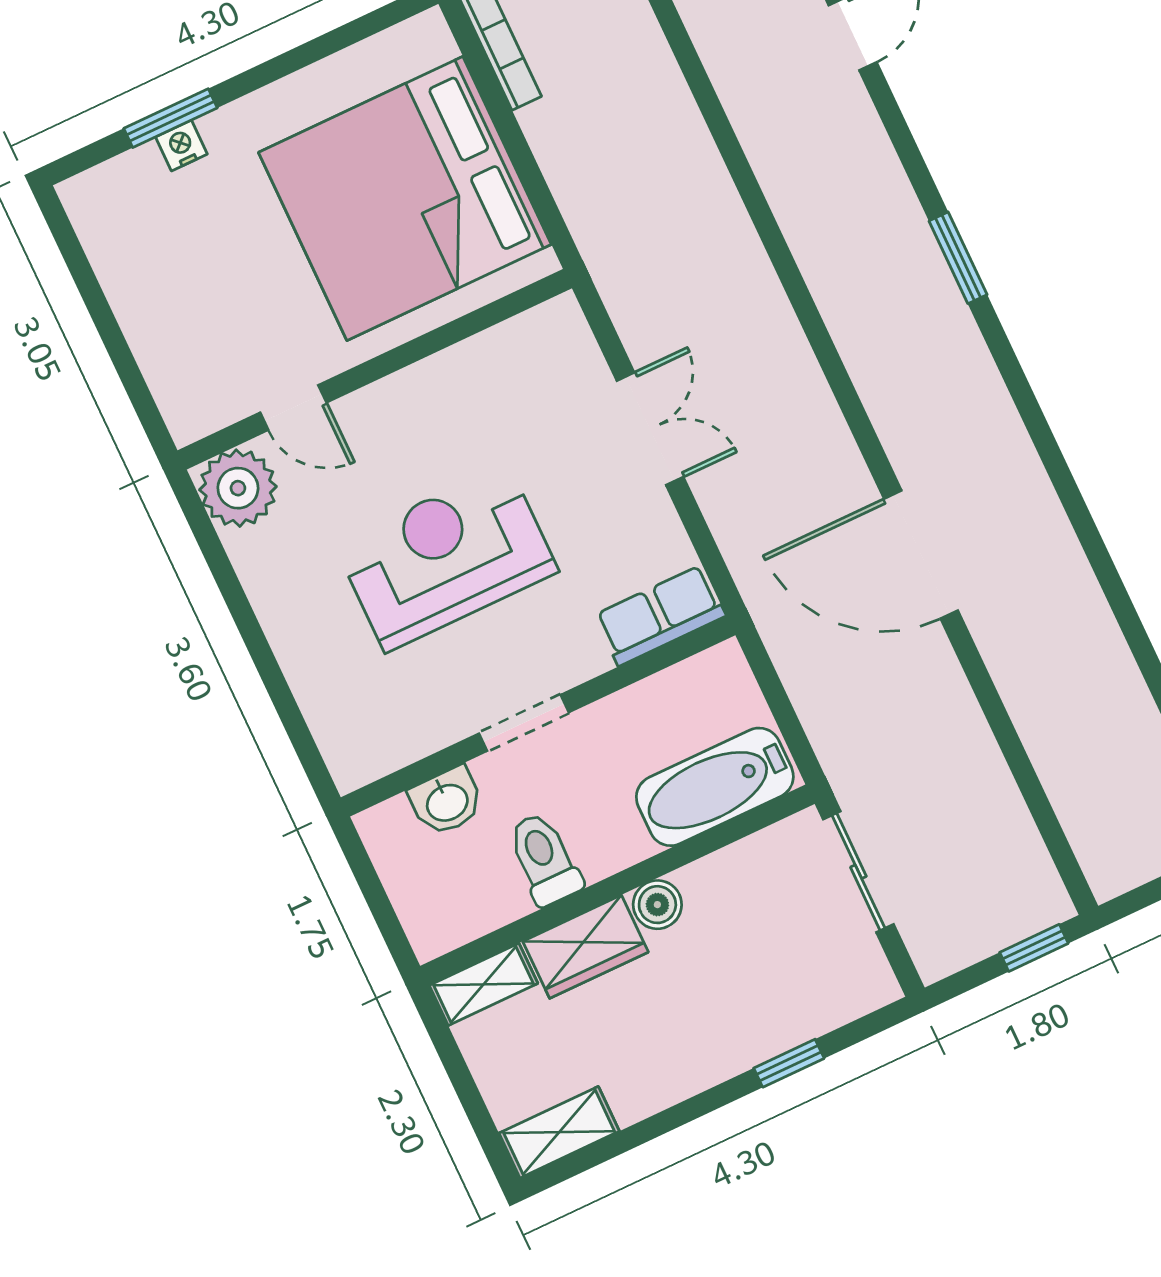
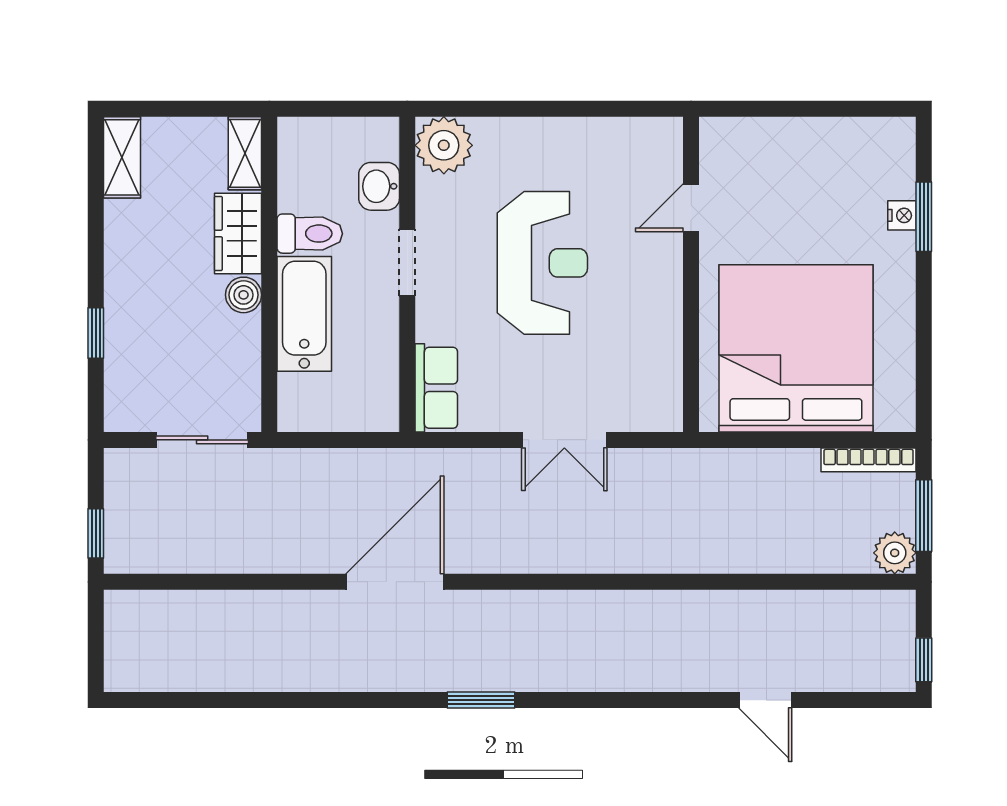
window: (958, 258) -> (481, 700), moved
plant: (238, 488) -> (444, 145), moved
bathtub: (715, 787) -> (304, 314), moved

